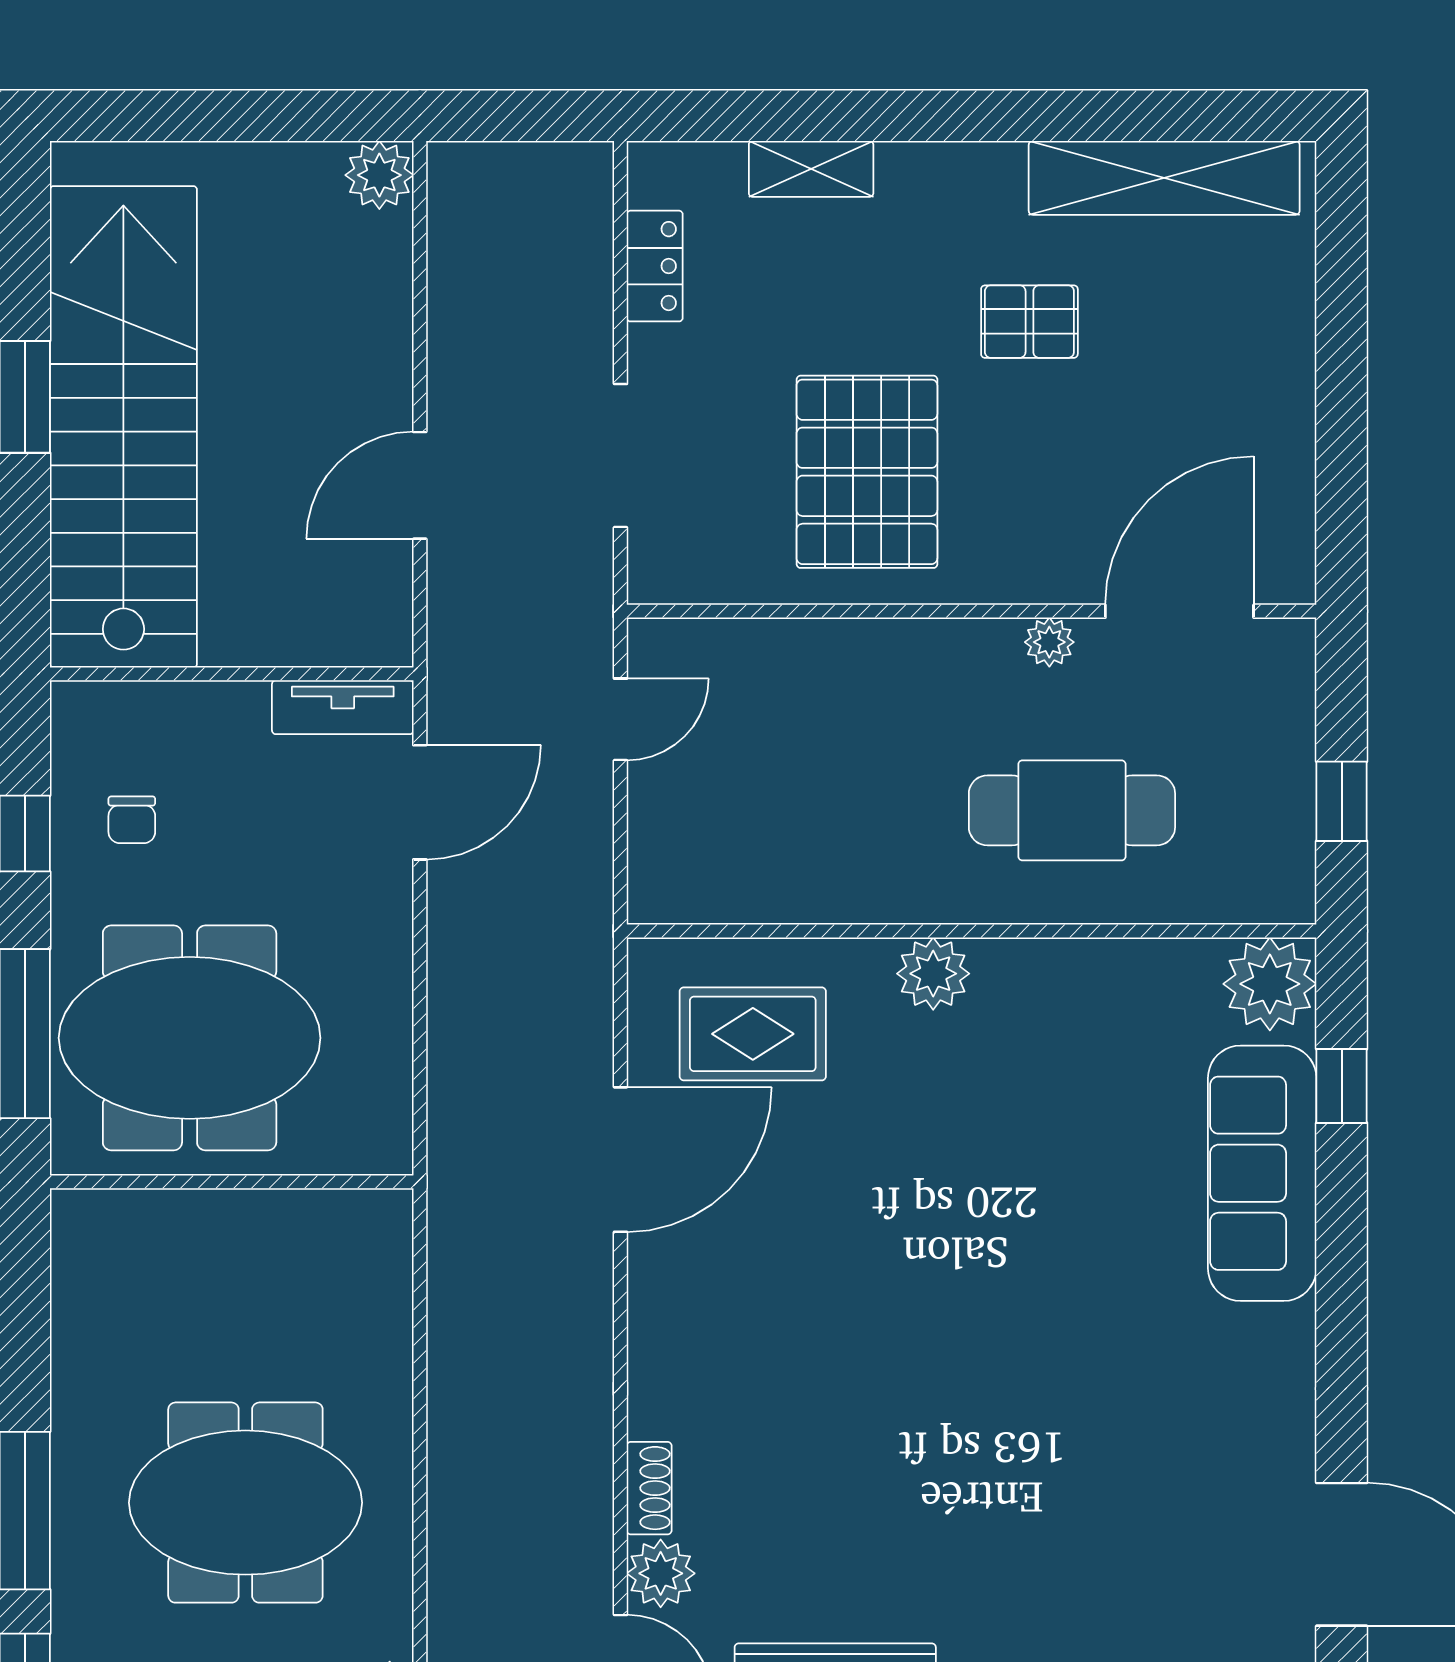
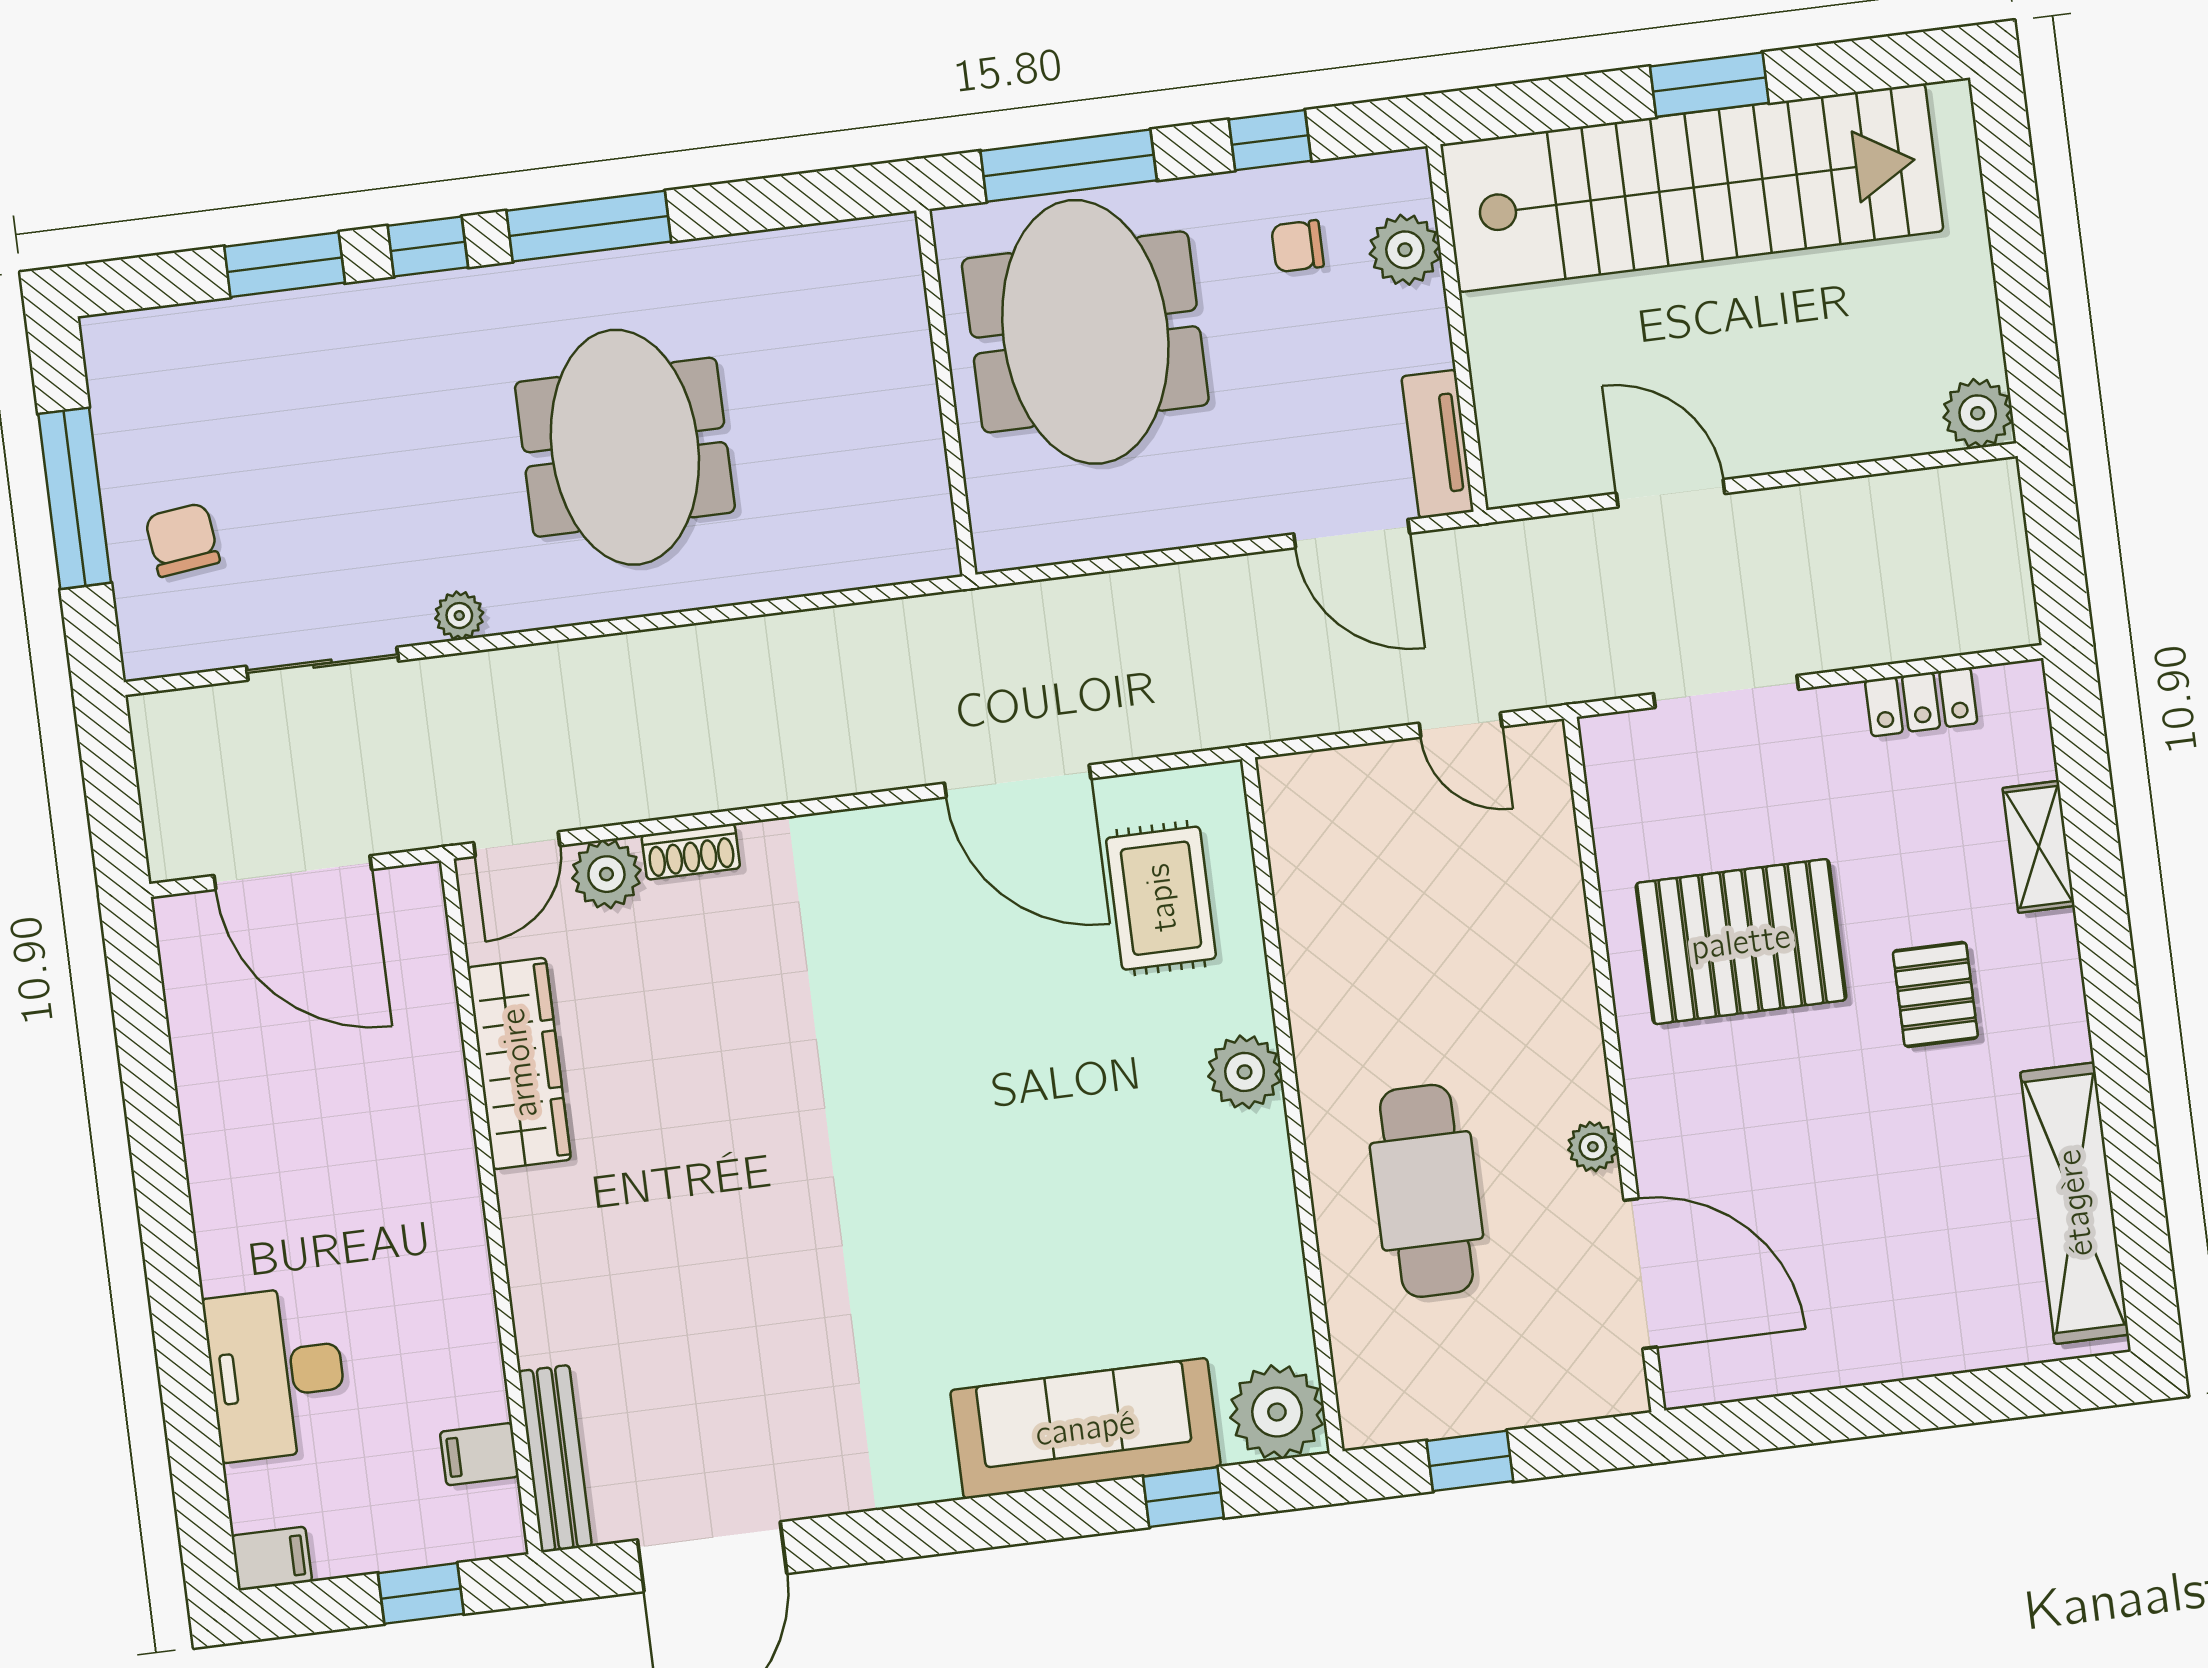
pallet: (1029, 322) -> (1935, 994), moved
plant: (149, 715) -> (1405, 250), added

